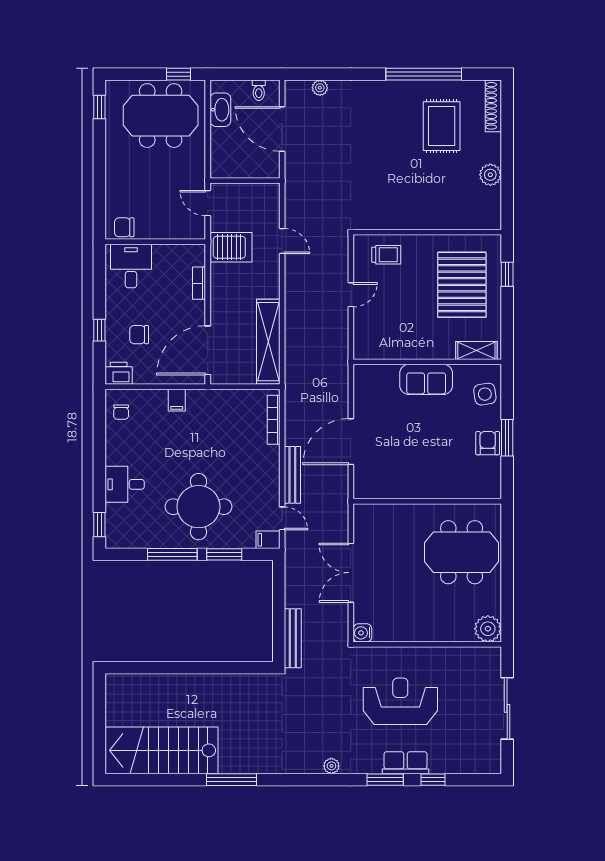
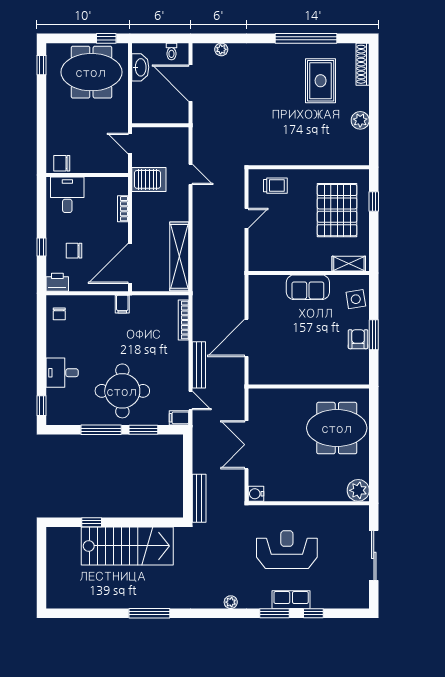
filing cabinet: (177, 400) -> (122, 304), moved
window: (161, 668) -> (92, 522), added
stairs: (161, 750) -> (127, 546), moved, turned 180

